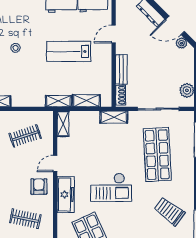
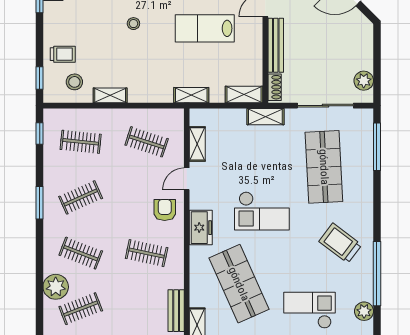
plant: (182, 43) -> (356, 17), removed
bench: (121, 69) -> (276, 45), width x1.36
shelving: (86, 101) -> (244, 95), moved
shelving: (63, 124) -> (197, 144), moved
clothes rail: (25, 136) -> (147, 142), turned 36
freezer: (66, 194) -> (201, 228), width x0.71

